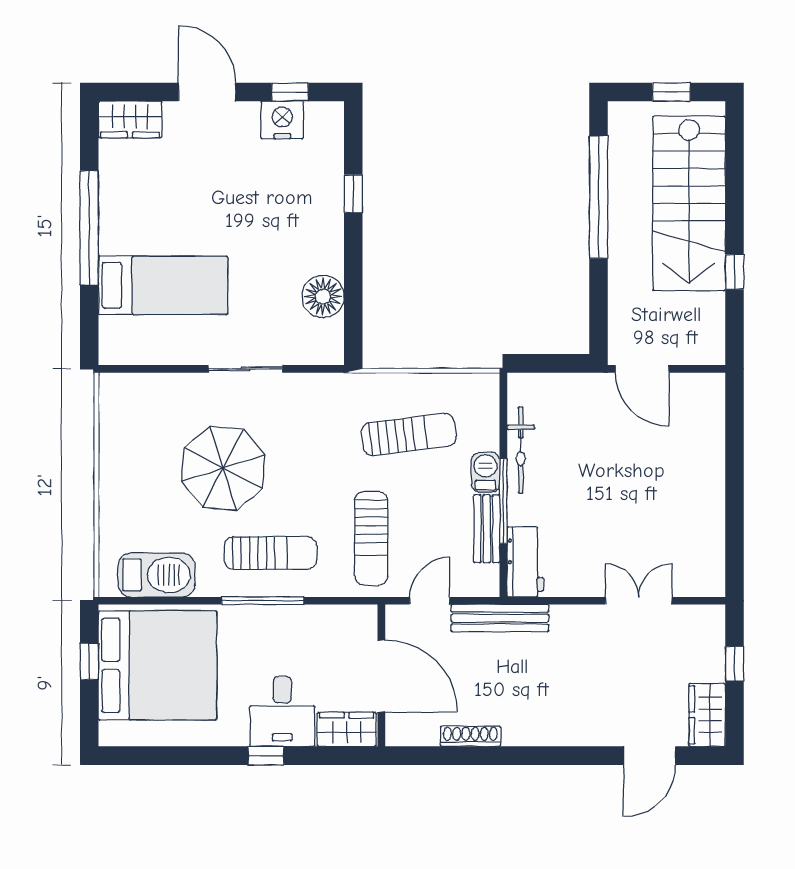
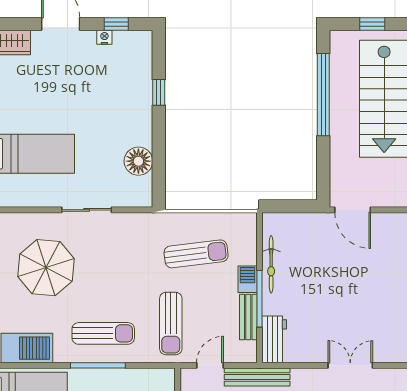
nightstand: (282, 120) -> (104, 37), width x0.53, depth x0.56
parasol: (223, 468) -> (46, 268), moved

